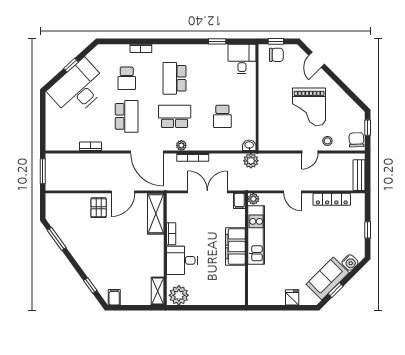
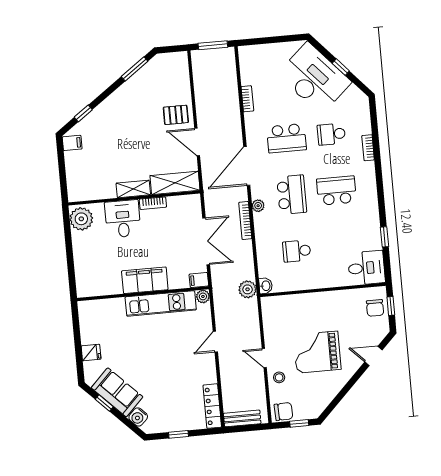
locker: (332, 199) -> (212, 406), moved
shelving: (158, 291) -> (133, 189), moved

